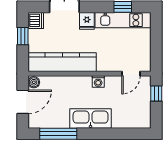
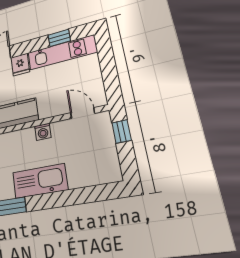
door: (131, 74) -> (83, 113), swing flipped

